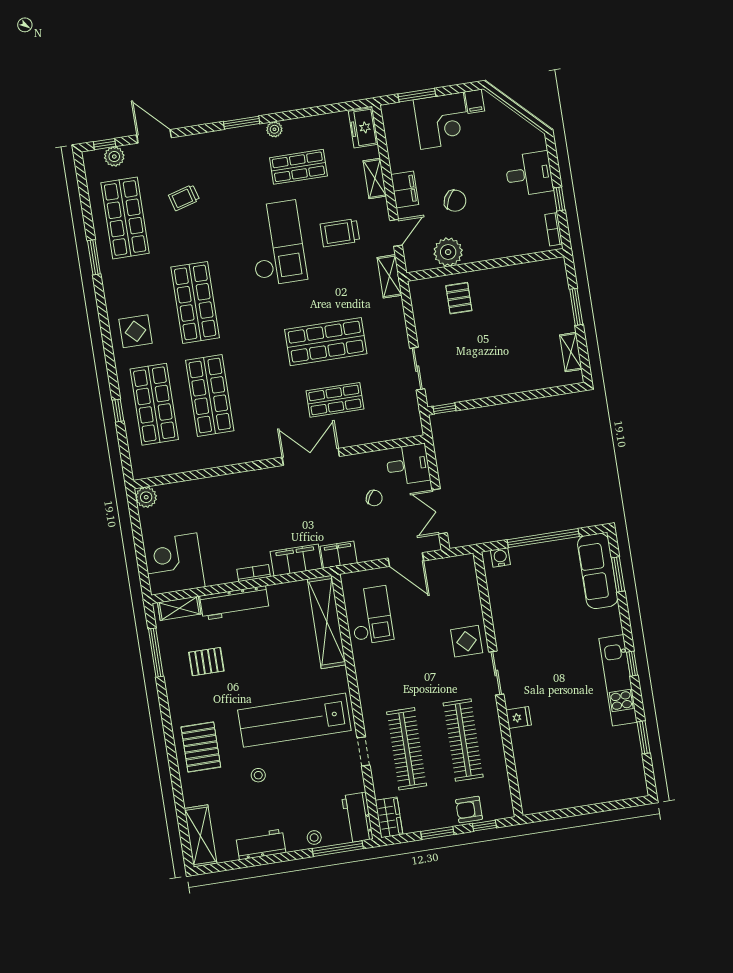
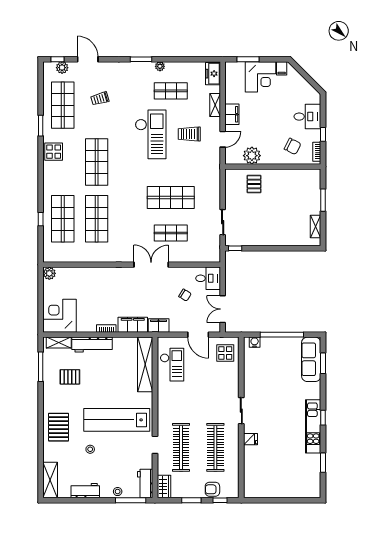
chair: (455, 201) -> (293, 146), moved
shelving: (389, 276) -> (215, 164), removed
display table: (135, 331) -> (54, 152), moved
display table: (467, 641) -> (225, 353), moved

